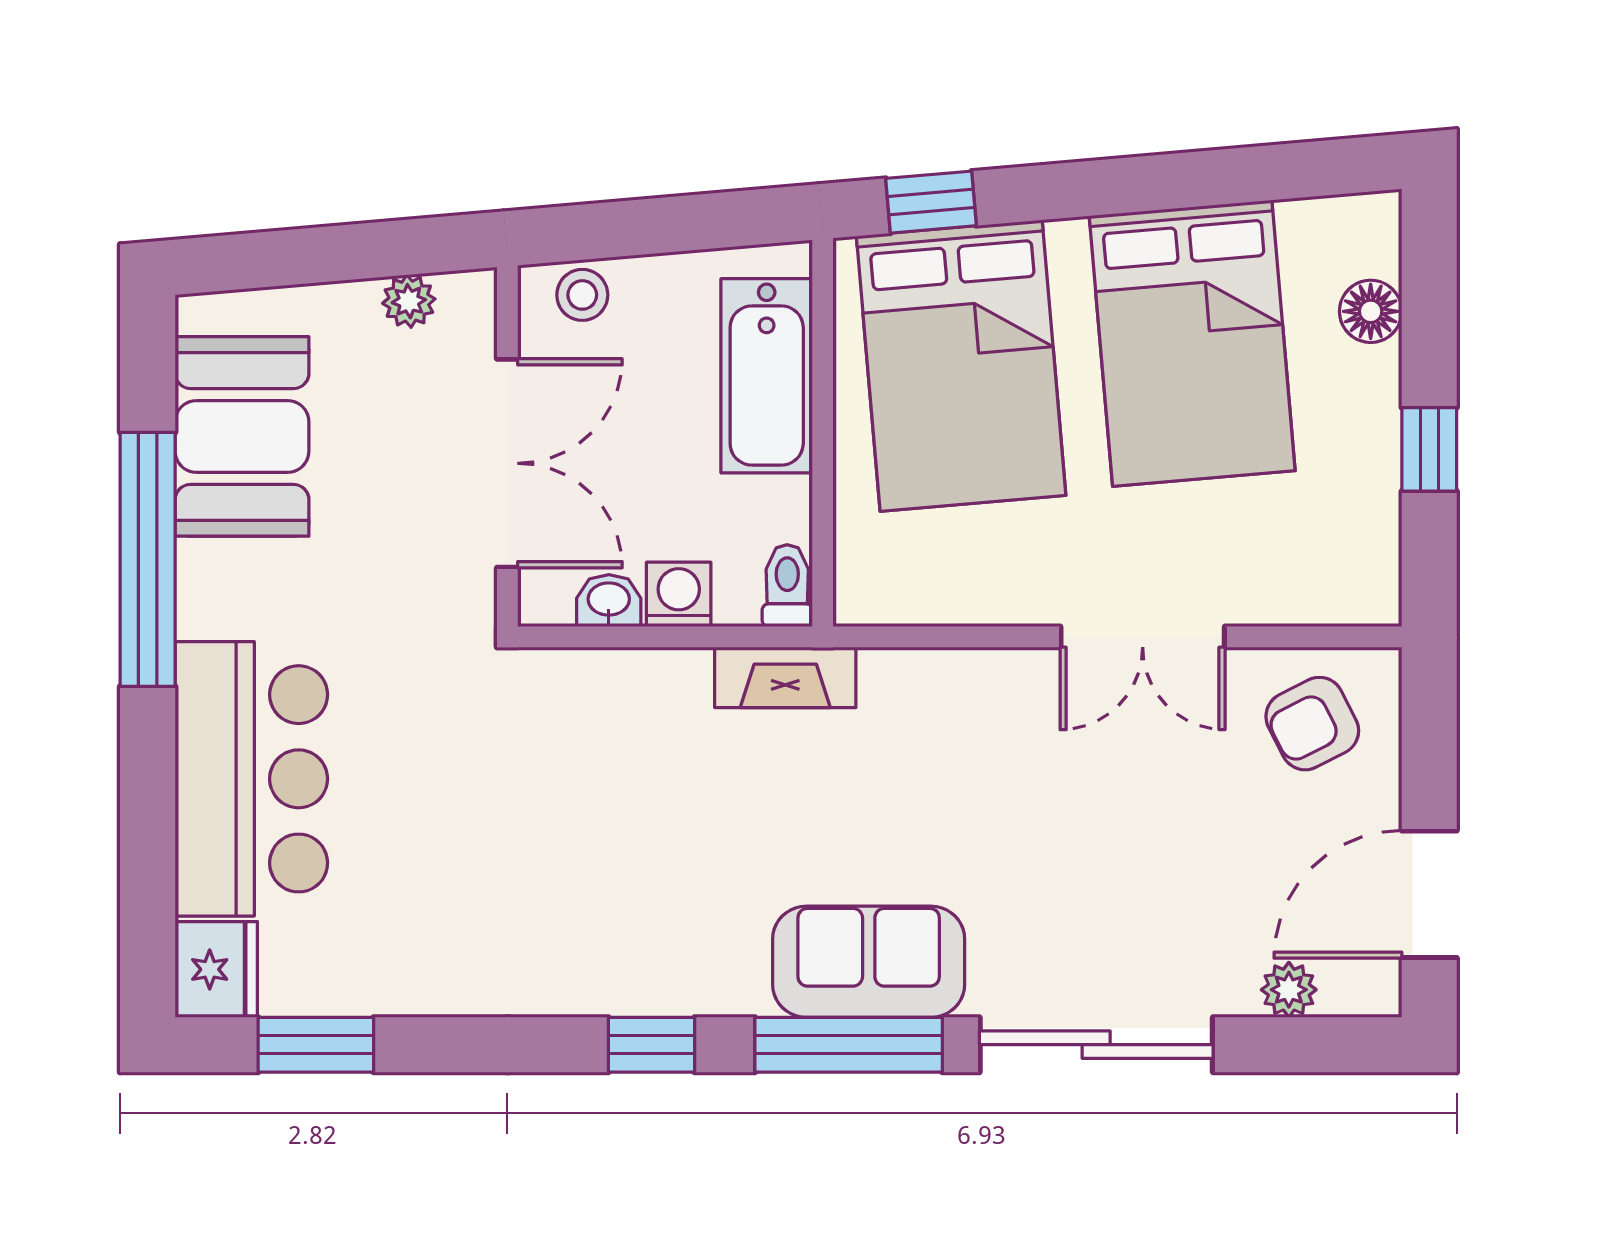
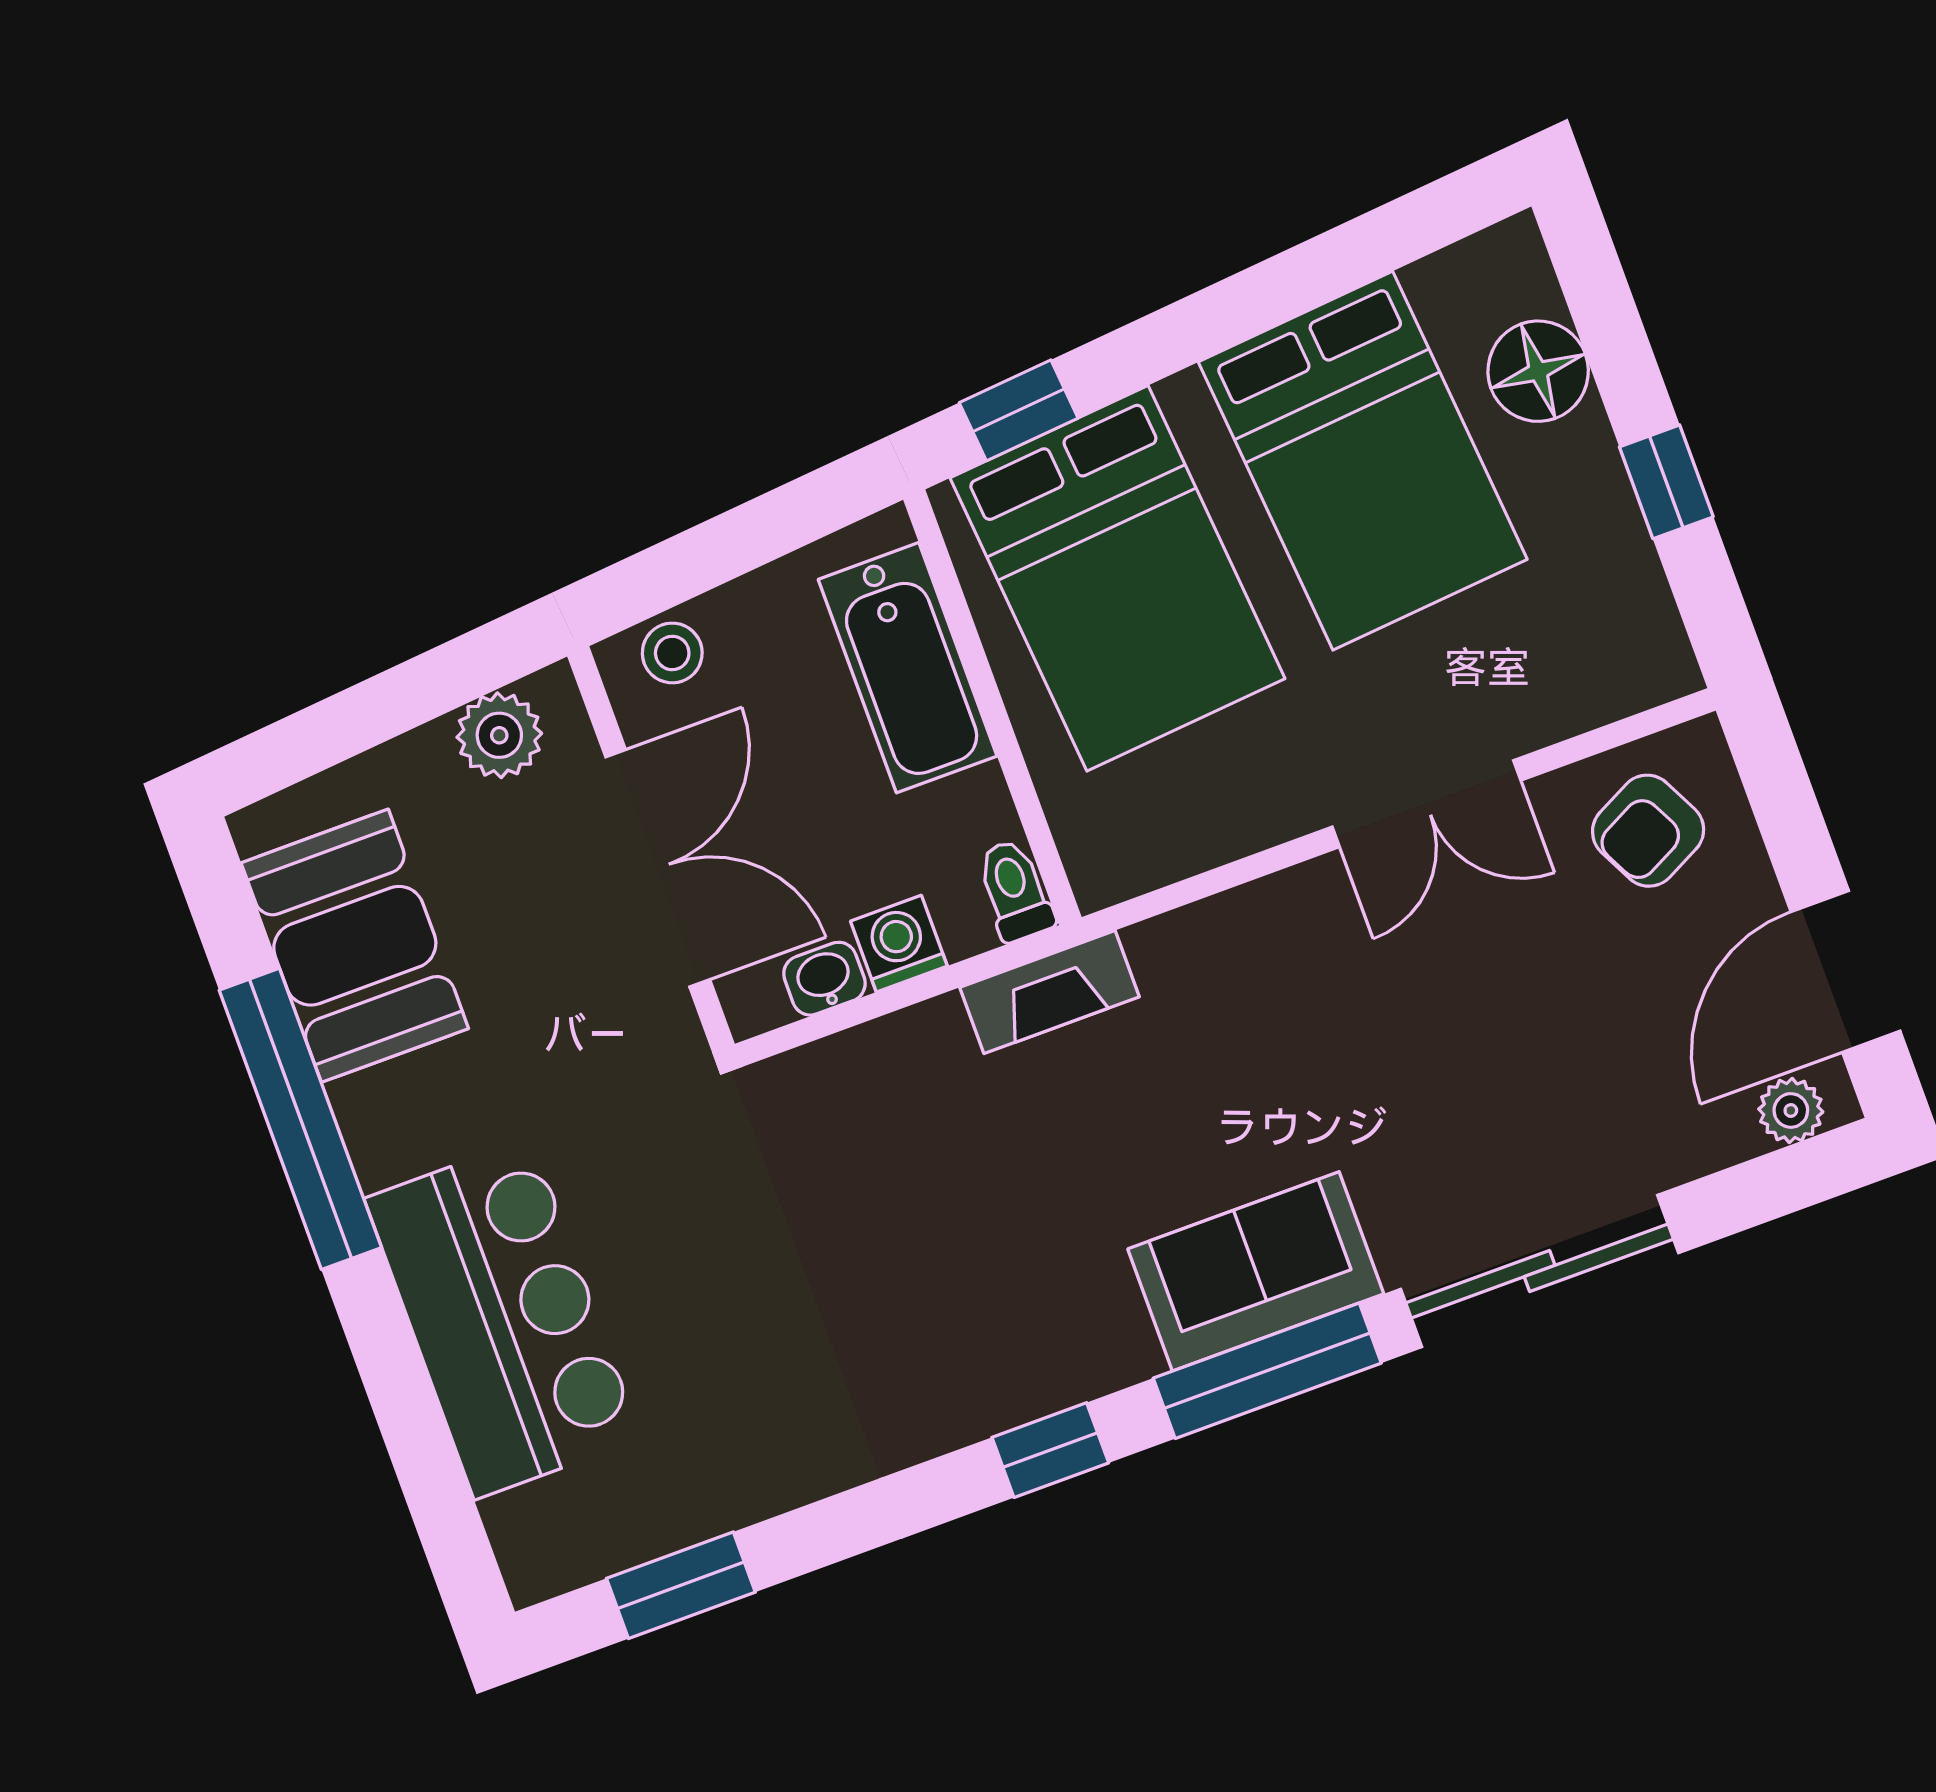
plant: (409, 301) -> (499, 735), width x1.38, depth x1.38
floor lamp: (1371, 311) -> (1538, 371), width x1.38, depth x1.38
fridge: (216, 969) -> (541, 1542), removed
plant: (1289, 990) -> (1791, 1110), moved

